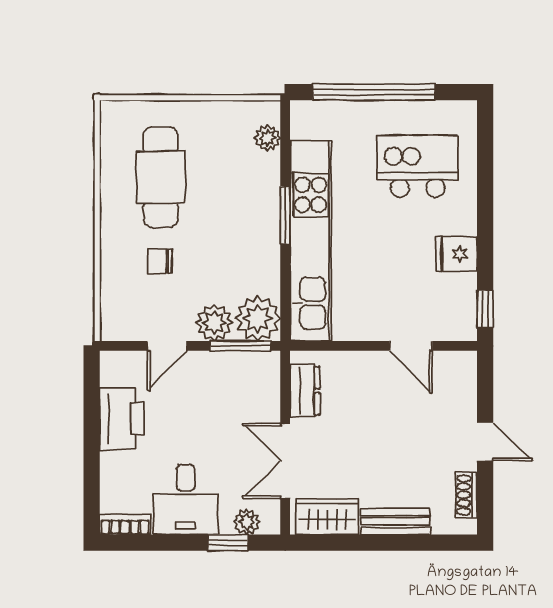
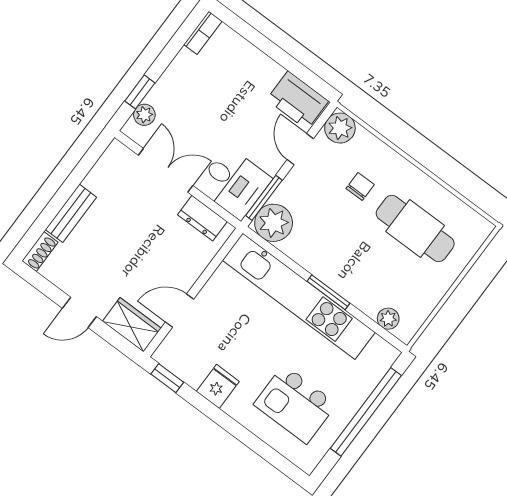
kitchen island: (418, 166) -> (295, 404), turned 90
plant: (214, 323) -> (340, 128), moved
printer: (122, 419) -> (298, 100), moved
shoe rack: (466, 495) -> (40, 252), moved, turned 90
desk: (186, 499) -> (234, 183), moved, turned 180
wardrobe: (327, 517) -> (132, 325), moved, turned -90

